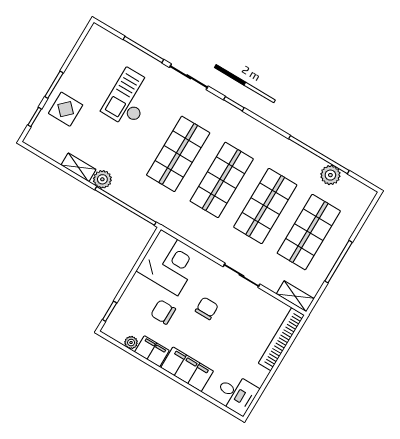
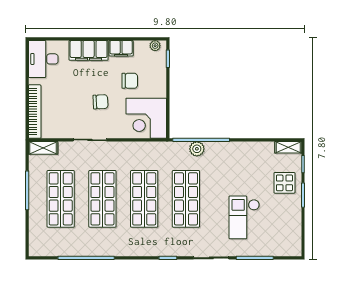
checkout: (129, 98) -> (244, 217), turned 180
shelving: (78, 167) -> (288, 147), moved
plant: (330, 175) -> (69, 248), removed
plant: (102, 179) -> (197, 149), moved
chair: (207, 308) -> (100, 102), turned -93
plant: (131, 343) -> (155, 46), moved
desk: (237, 394) -> (43, 59), width x1.37

